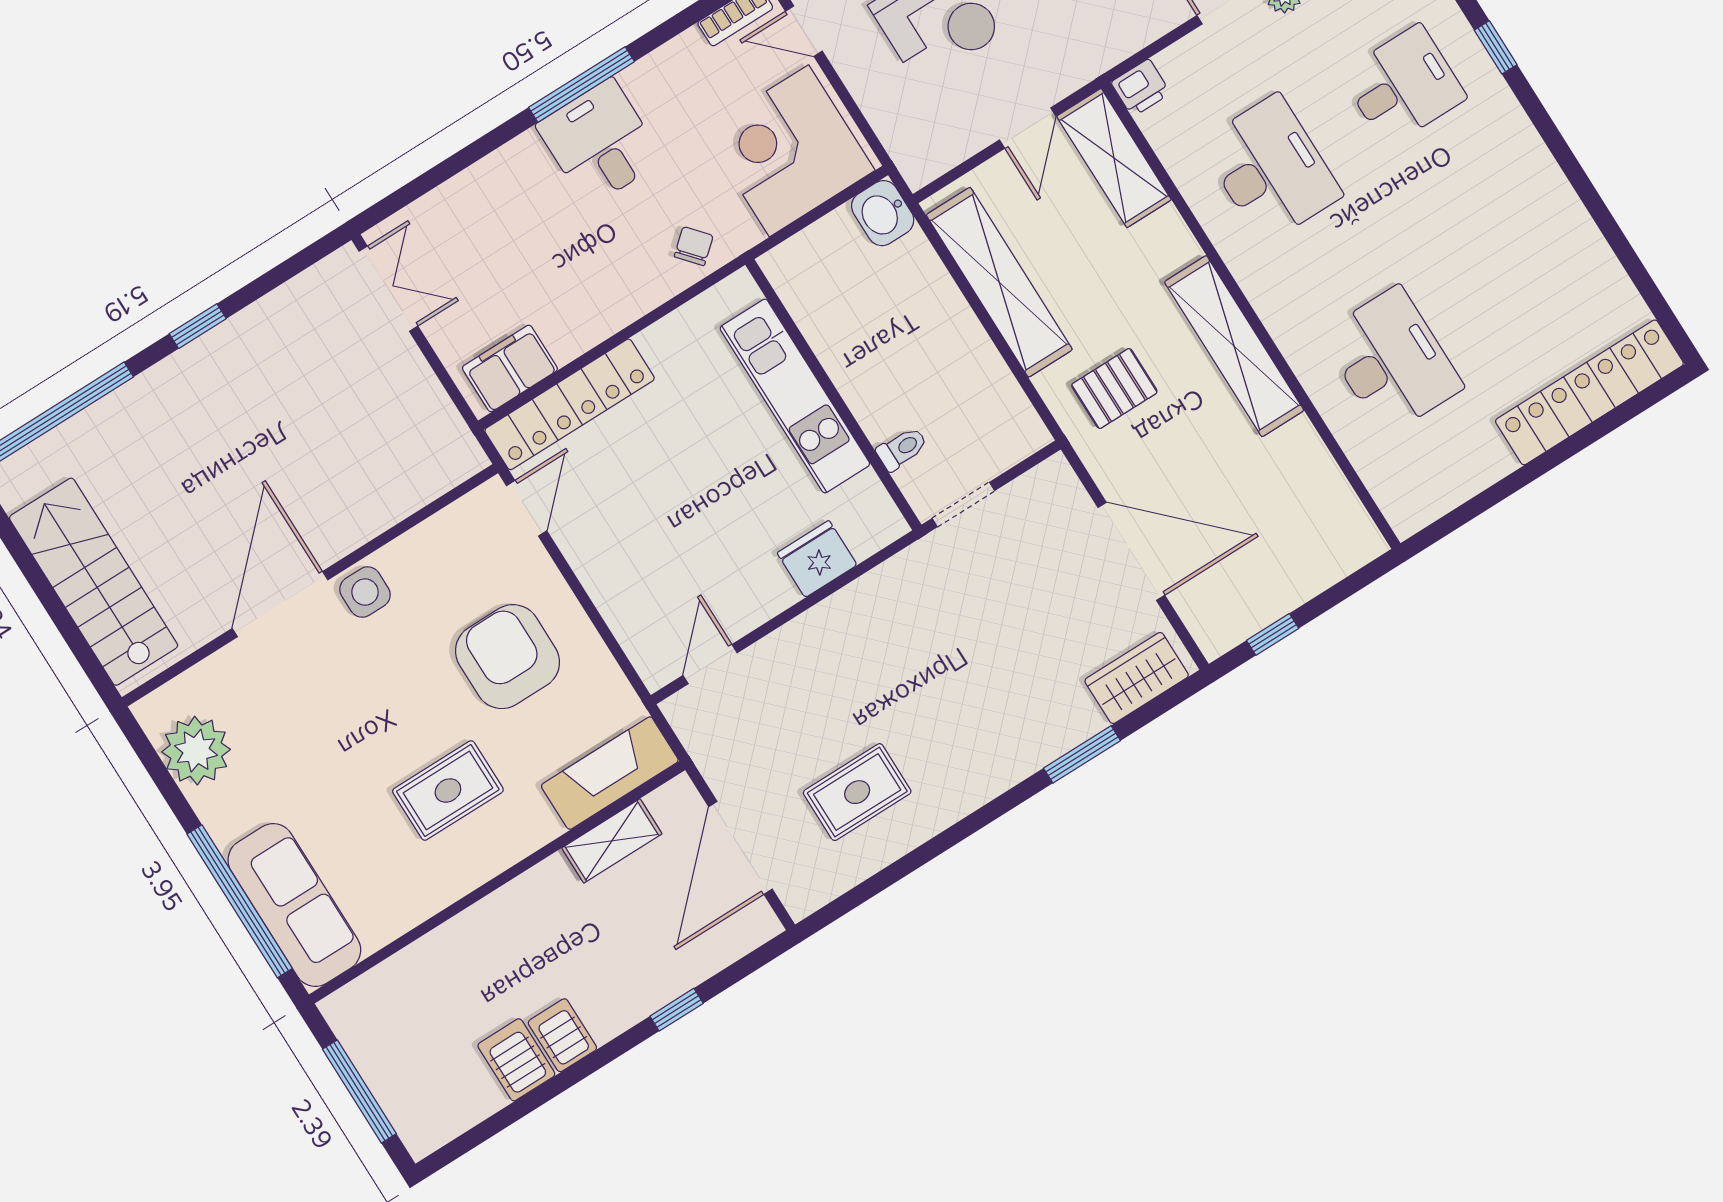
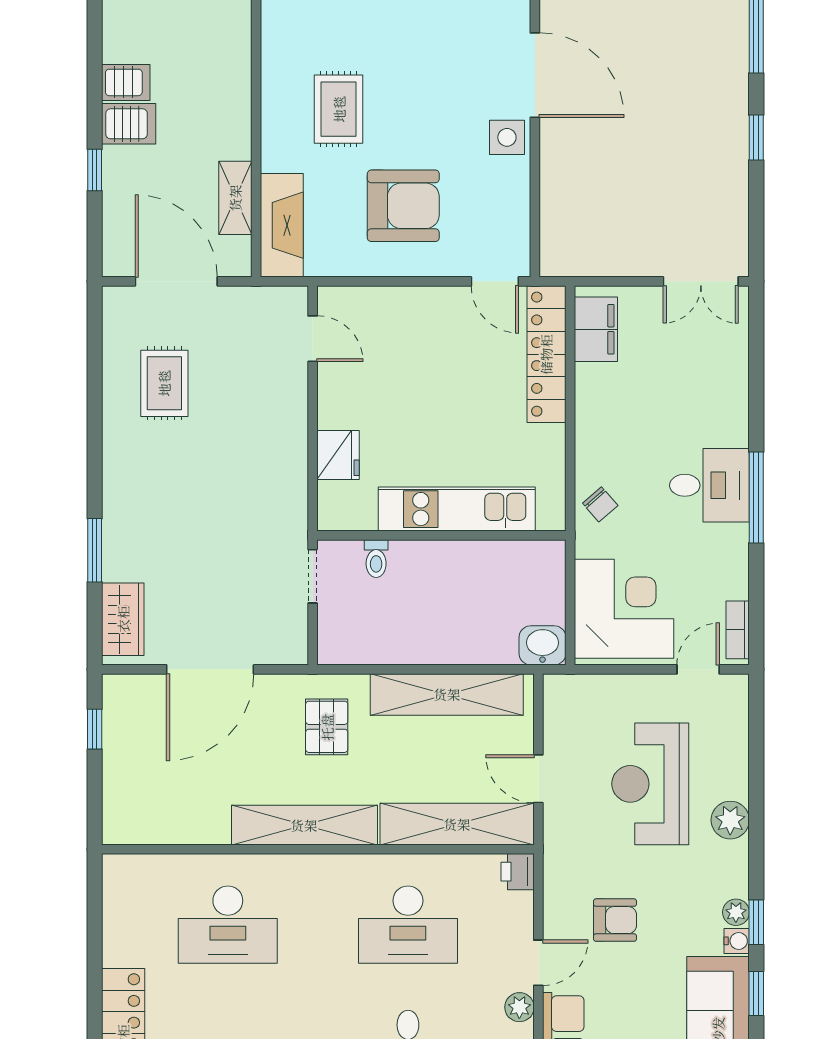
shelving: (1114, 158) -> (457, 824), width x1.47
server rack: (516, 1060) -> (129, 124), moved

